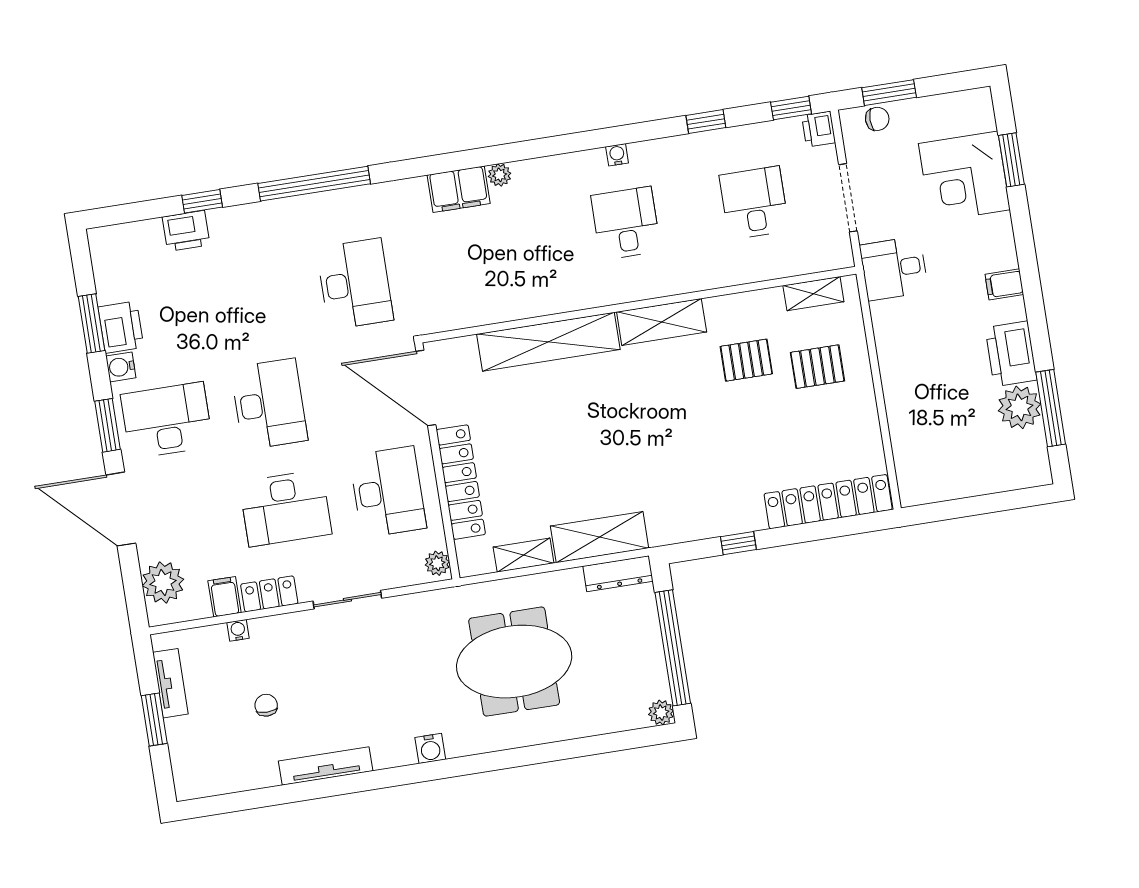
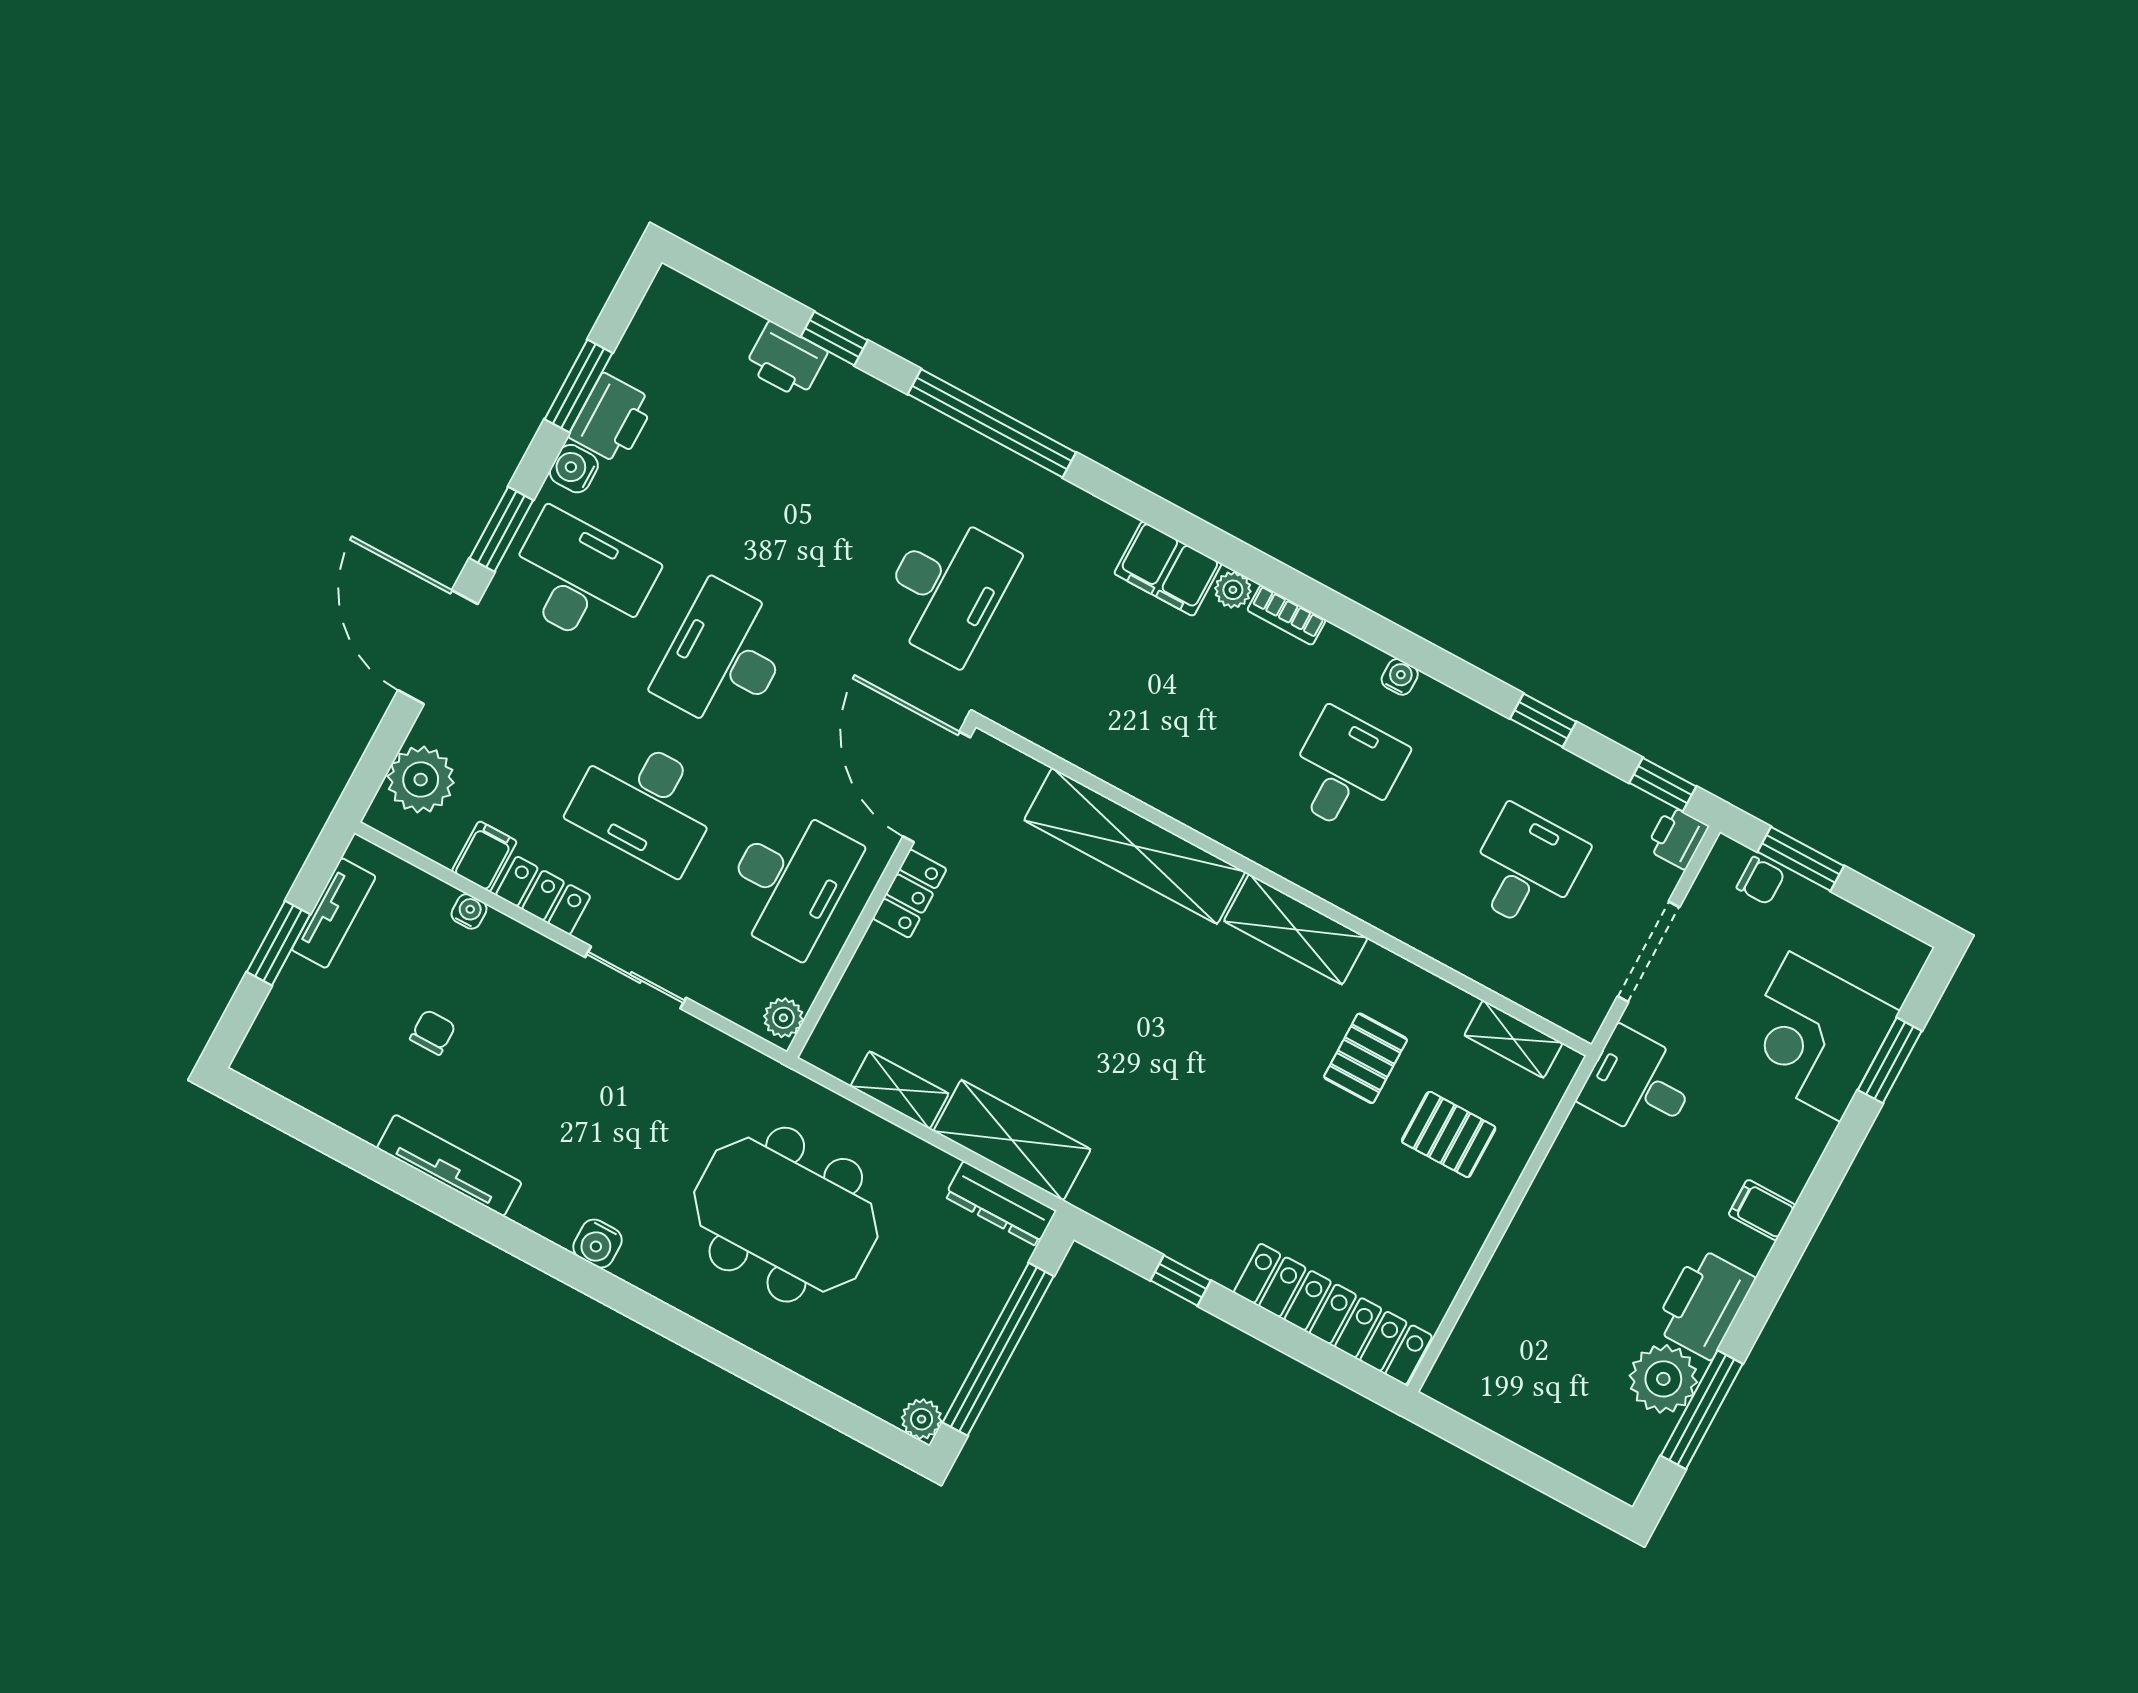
bookcase: (536, 167) -> (1286, 615), added
pallet: (746, 360) -> (1366, 1058), turned 90
desk: (269, 404) -> (724, 657), turned 180
locker: (461, 482) -> (910, 894), width x0.46, depth x0.83

